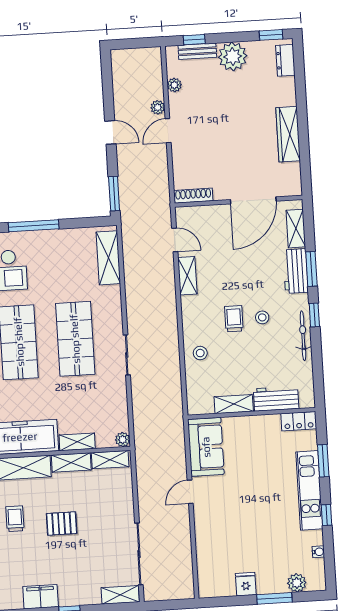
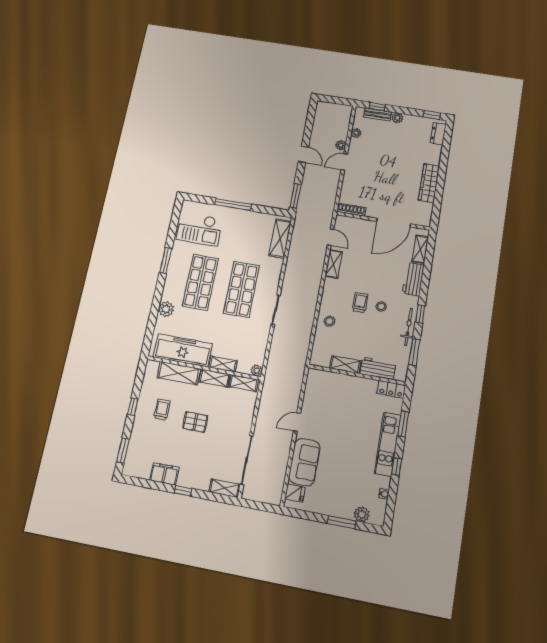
plant: (233, 56) -> (397, 118), width x0.53, depth x0.53
window: (311, 269) -> (414, 352), moved
sofa: (206, 447) -> (304, 462), moved
fridge: (246, 584) -> (295, 493), moved, turned 90

